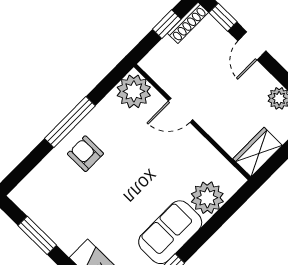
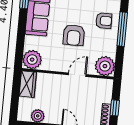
armchair: (142, 167) -> (74, 35), added
plant: (207, 198) -> (32, 60), moved

